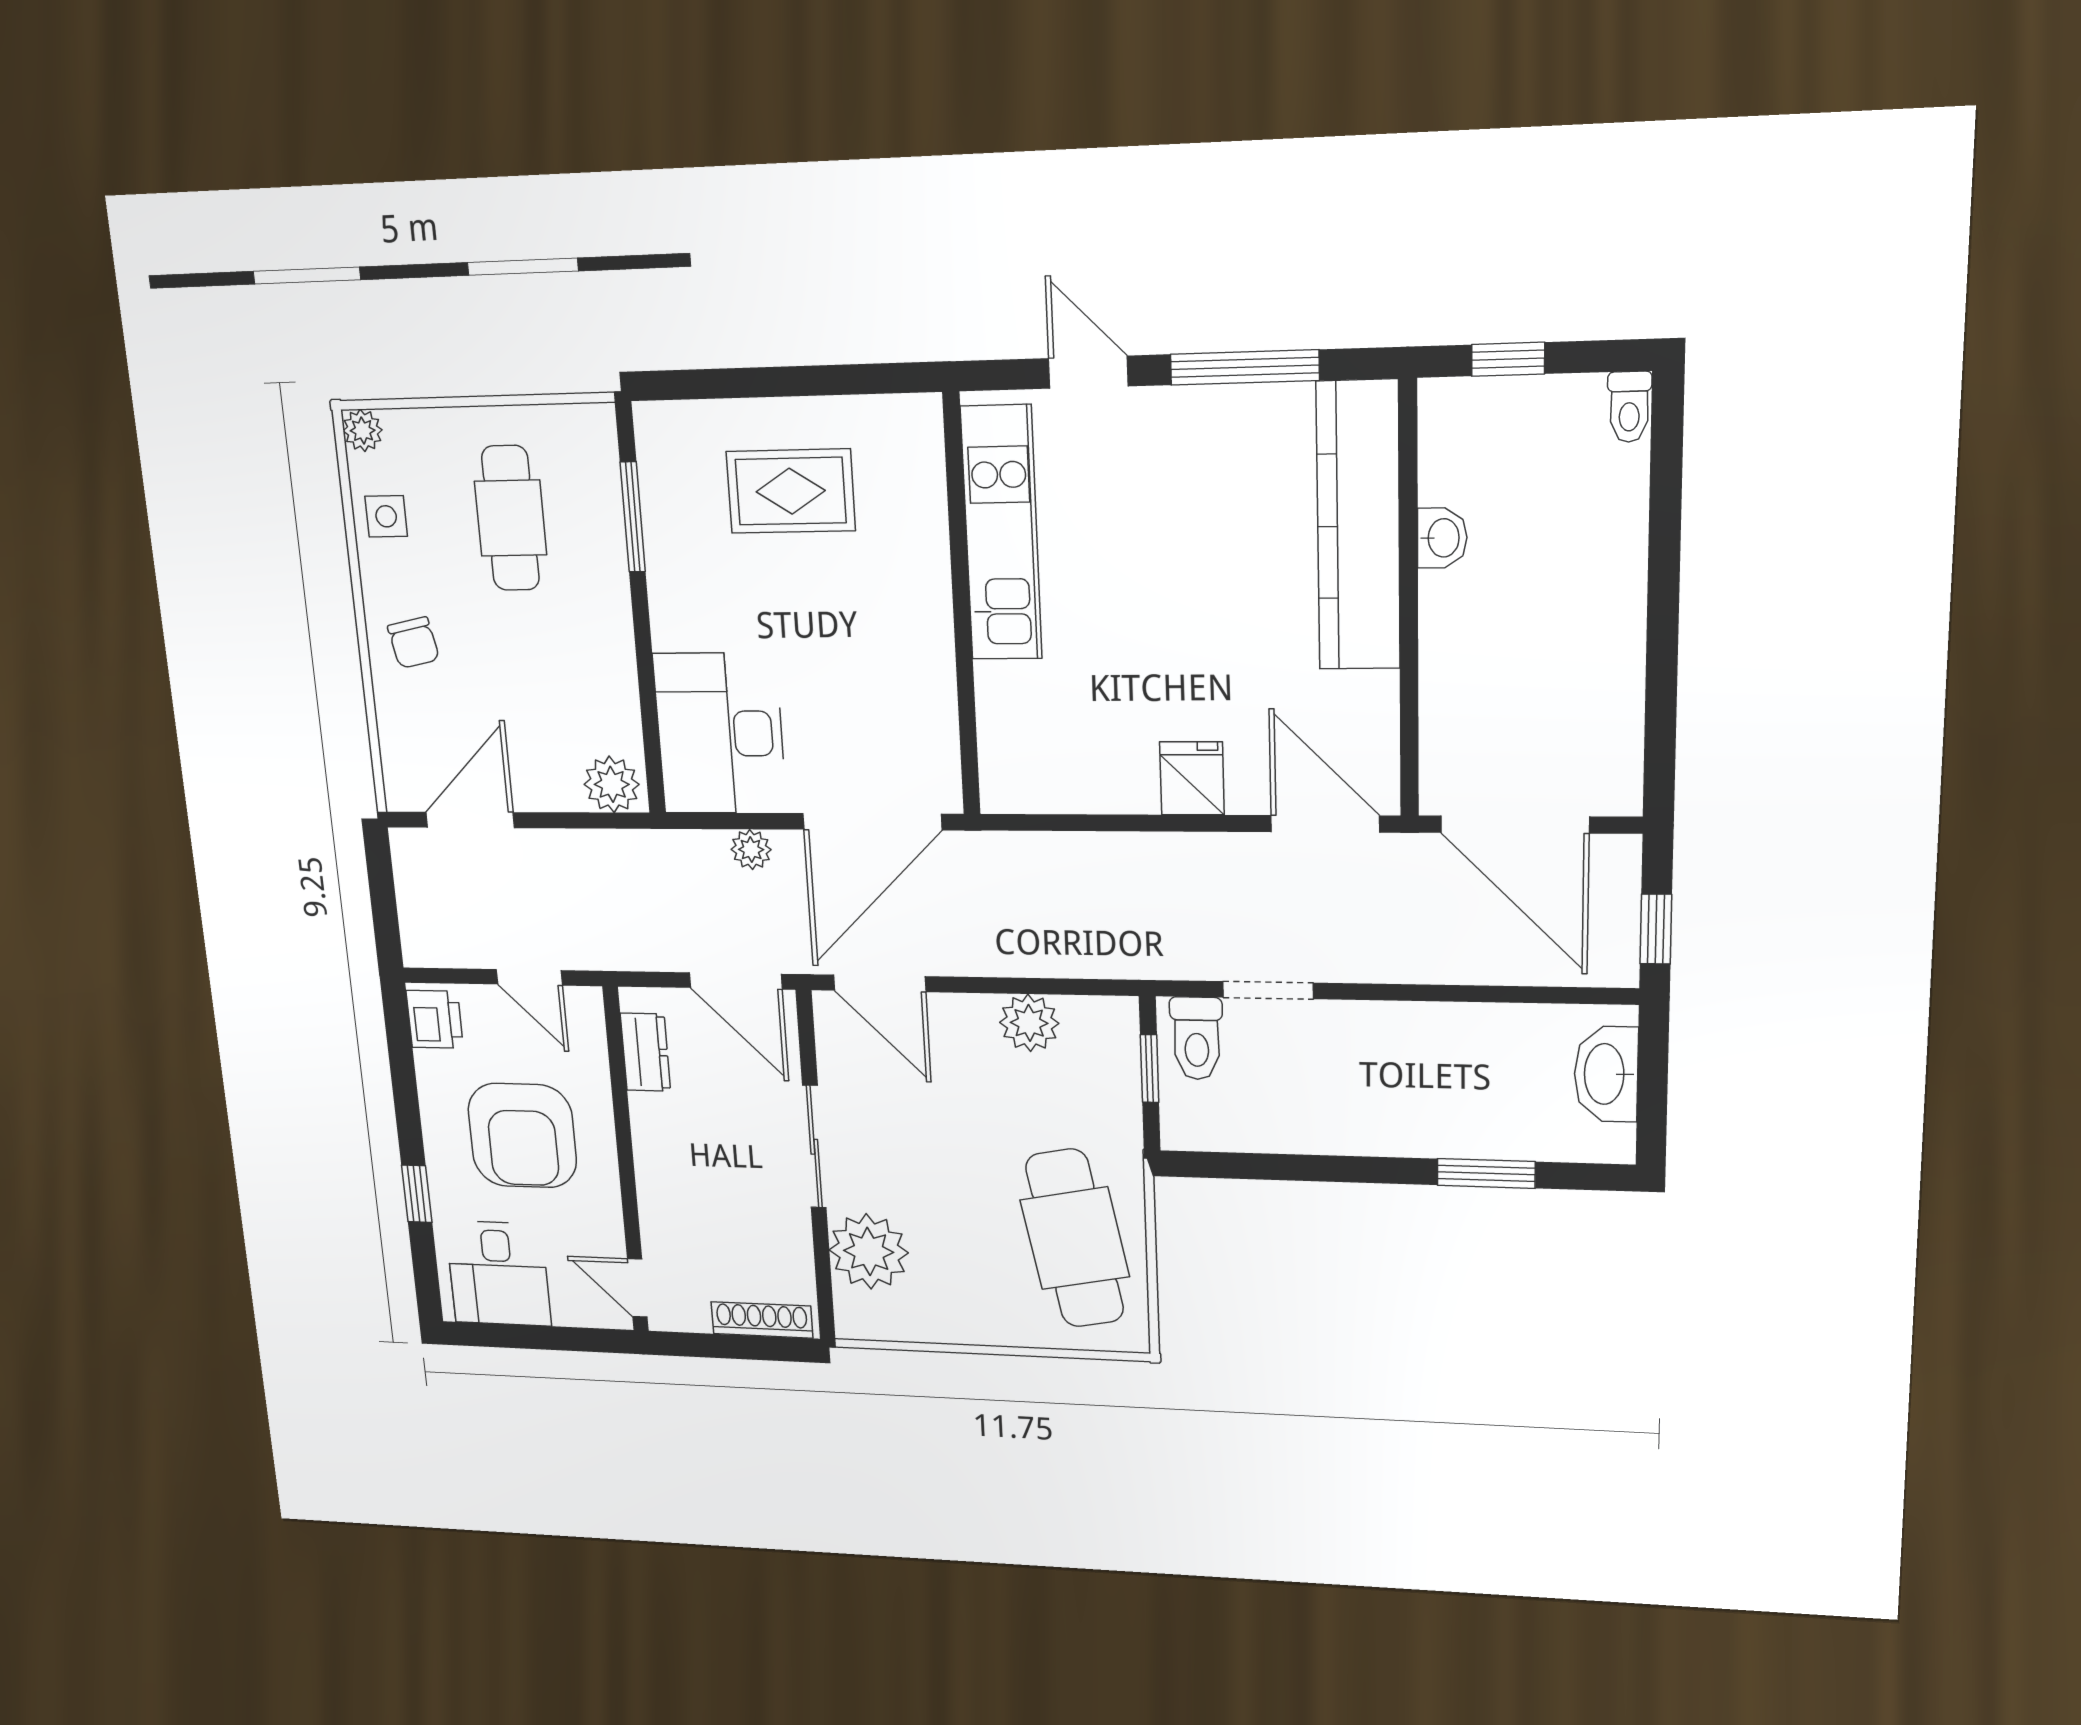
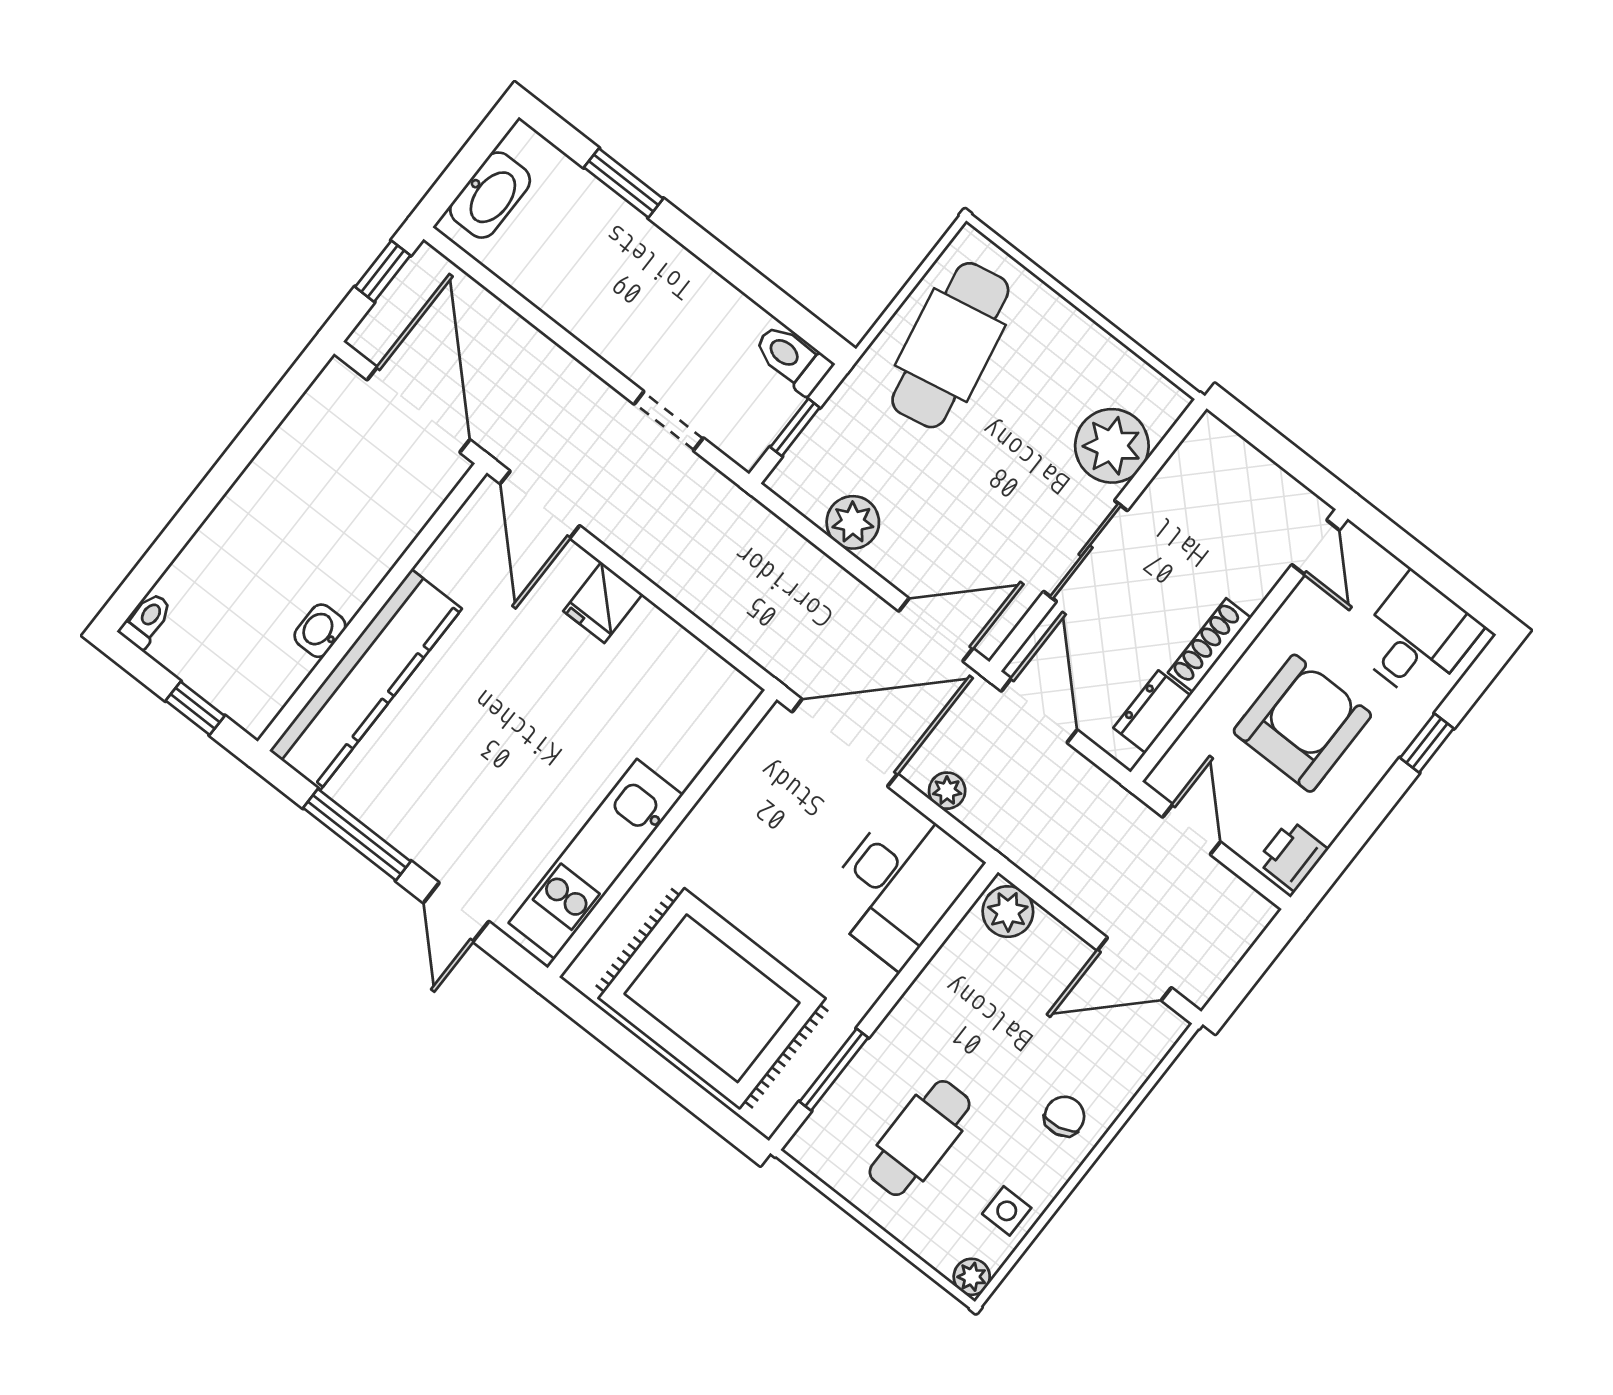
rug: (791, 491) -> (712, 998), width x1.86, depth x2.06
door: (880, 983) -> (936, 630), hinge flipped
toilet: (1197, 1038) -> (792, 359), moved, turned -90
shoe rack: (762, 1320) -> (1210, 645), moved, turned 90

